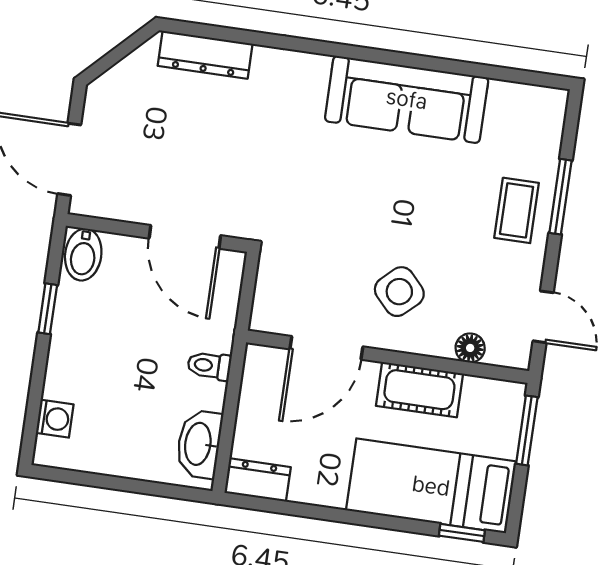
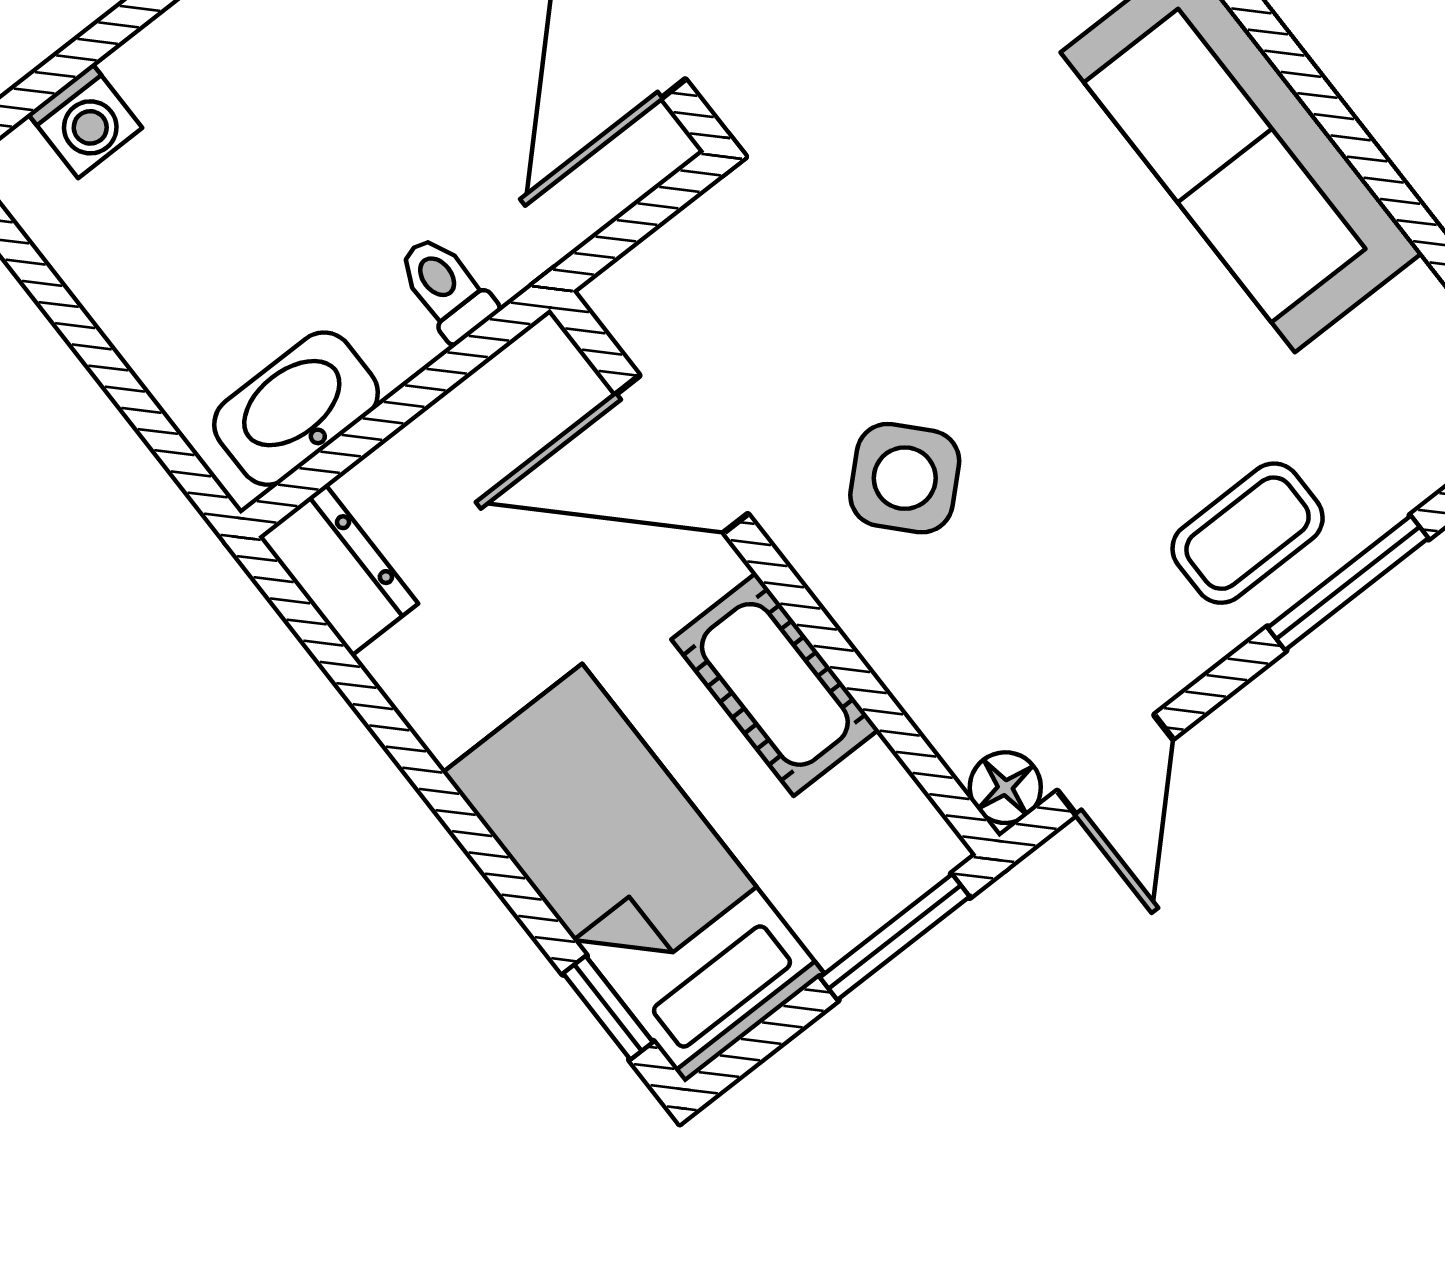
floor lamp: (470, 348) -> (1005, 788), moved

